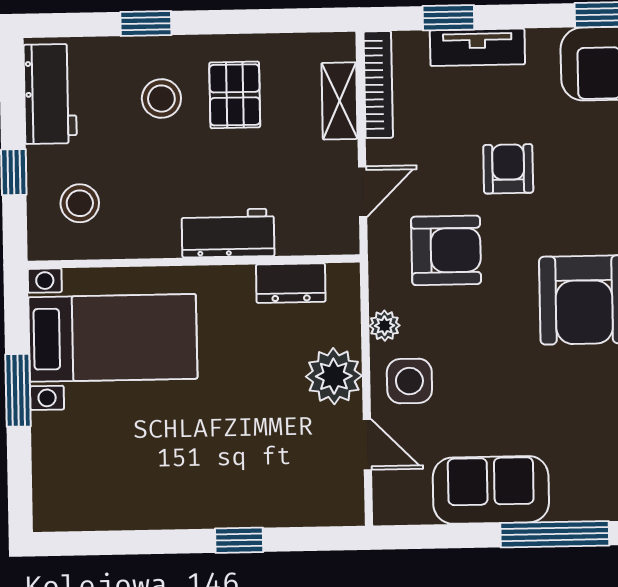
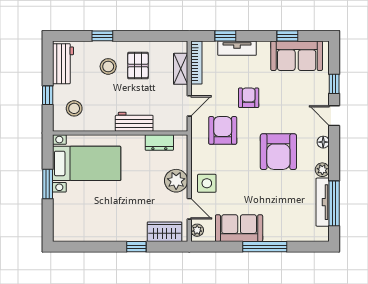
armchair: (446, 250) -> (223, 130), turned -90
plant: (385, 326) -> (197, 230), moved
wardrobe: (308, 502) -> (165, 232), added

